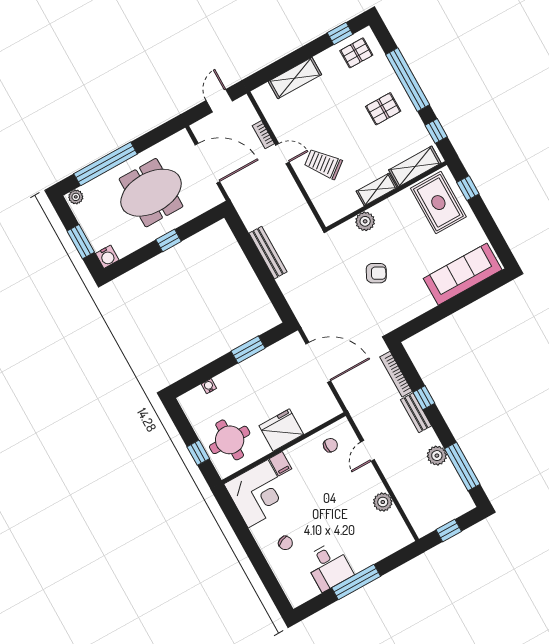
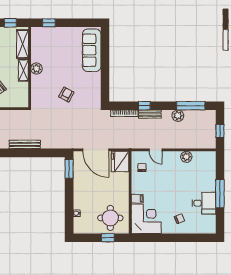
rug: (438, 203) -> (48, 42), removed
plant: (365, 221) -> (37, 68), moved
window: (248, 350) -> (69, 169), moved
door: (318, 362) -> (96, 150), swing flipped
fridge: (281, 430) -> (120, 161), moved

